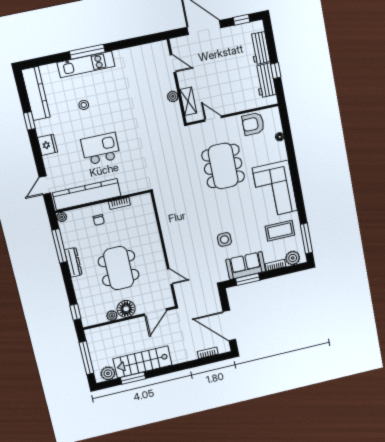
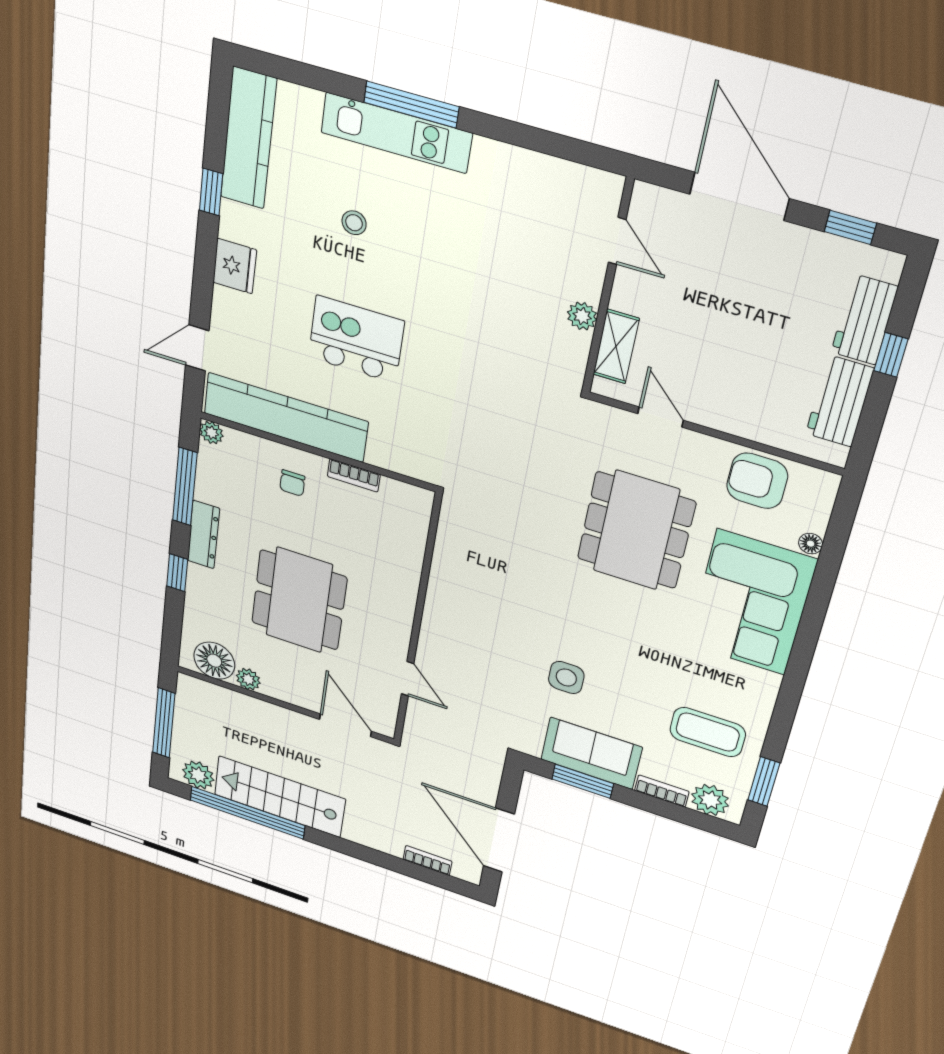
window: (276, 71) -> (891, 355), moved
corner sofa: (275, 189) -> (751, 603), moved
window: (306, 238) -> (764, 781), width x0.69
floor lamp: (126, 309) -> (214, 661), moved
window: (75, 312) -> (177, 573), moved
door: (155, 312) -> (345, 725), swing flipped
window: (133, 378) -> (247, 813), width x2.11

